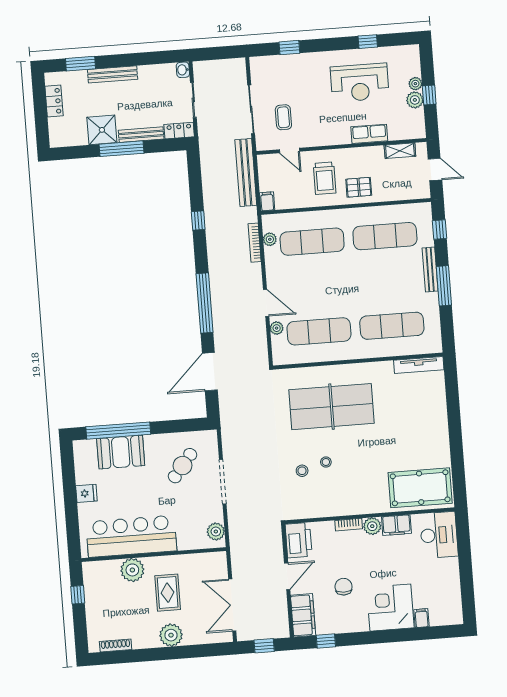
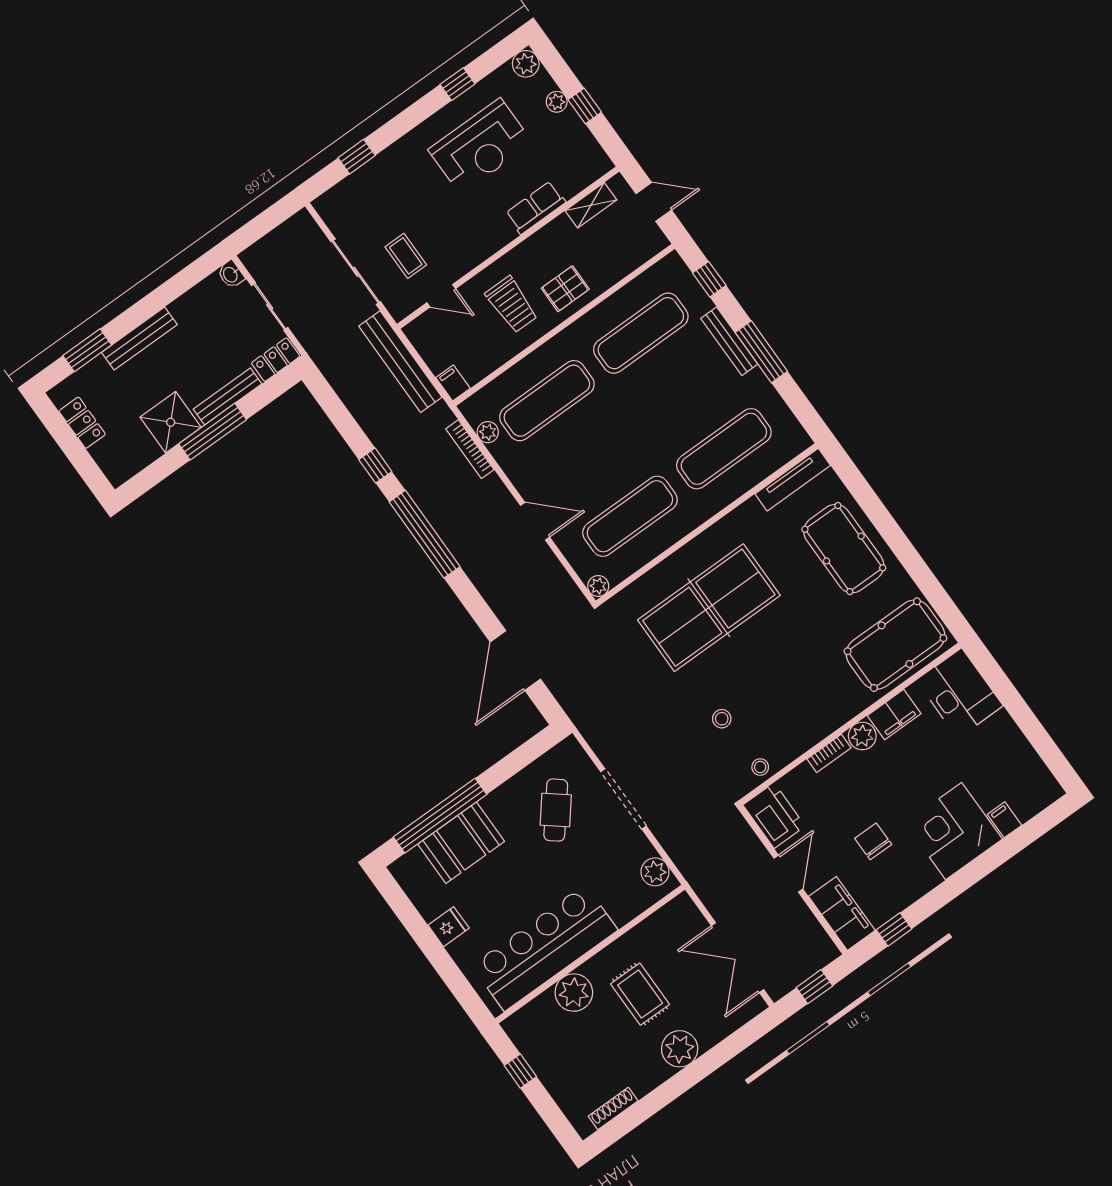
plant: (415, 100) -> (526, 64), moved
window: (205, 303) -> (425, 534), moved
plant: (277, 328) -> (598, 586), moved
pool table: (424, 419) -> (844, 549), added
stool: (326, 462) -> (760, 767), moved

